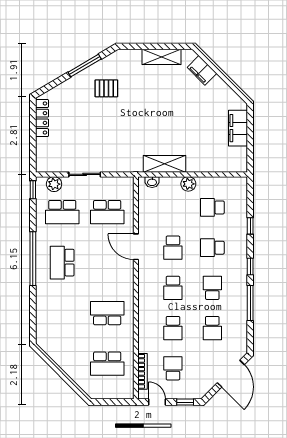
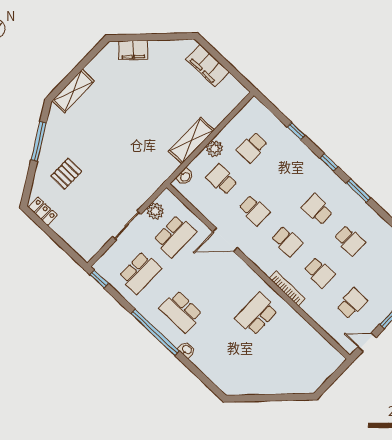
shelving: (162, 57) -> (73, 91), moved
pallet: (106, 88) -> (66, 174), moved
locker: (42, 118) -> (43, 211), width x0.66
shelving: (164, 164) -> (191, 141), moved
plant: (54, 184) -> (155, 211), moved
school desk: (212, 248) -> (222, 179), moved, turned 90
washbasin: (41, 290) -> (187, 350), added
window: (250, 303) -> (358, 191), width x0.69
school desk: (107, 364) -> (297, 353), removed
school desk: (173, 368) -> (352, 303), turned 90
bookcase: (143, 371) -> (287, 288), moved

